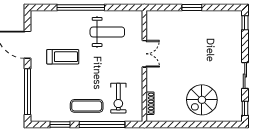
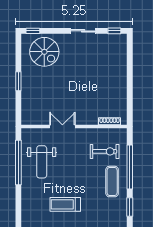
window: (81, 8) -> (18, 163), moved
weight bench: (107, 32) -> (42, 162), turned 180
treadmill: (63, 57) -> (65, 204), turned -90
spiral stairs: (202, 100) -> (44, 52), moved

